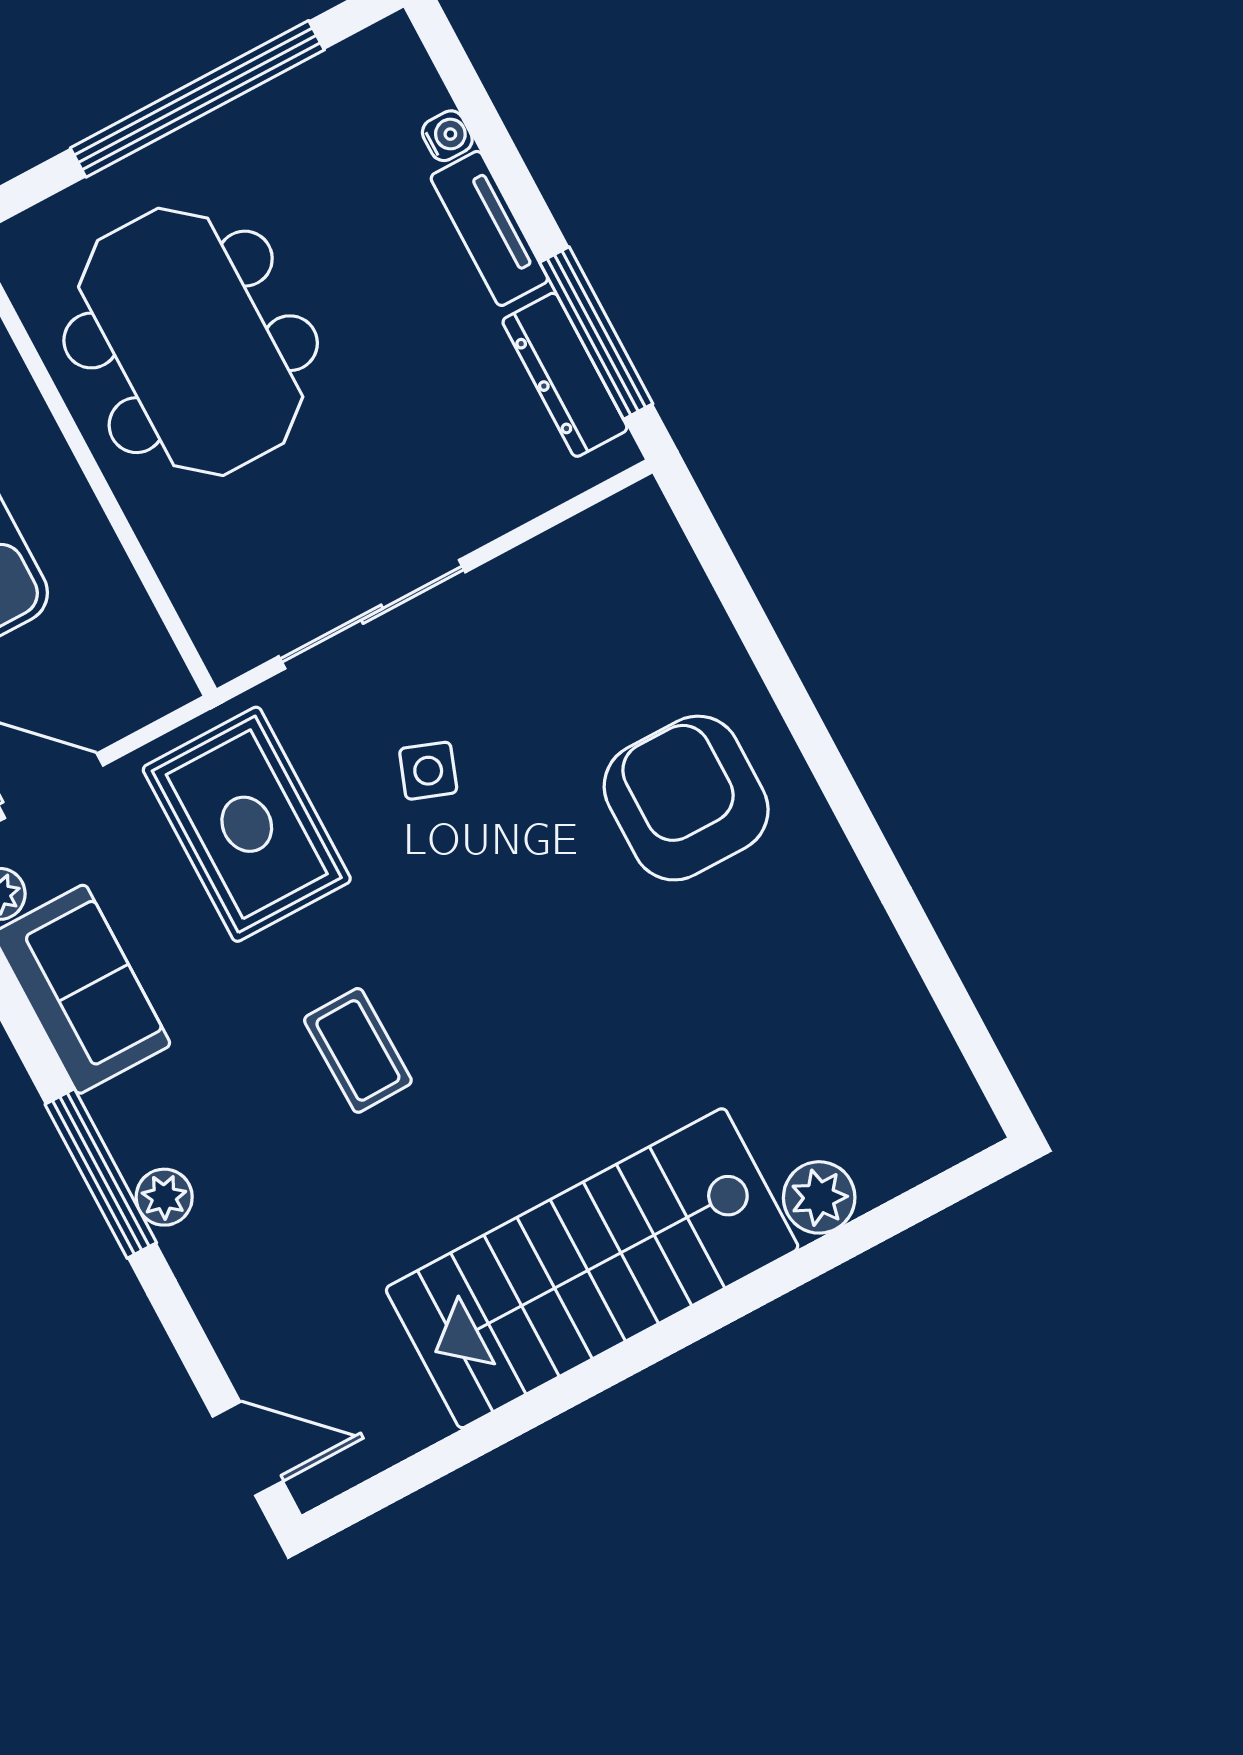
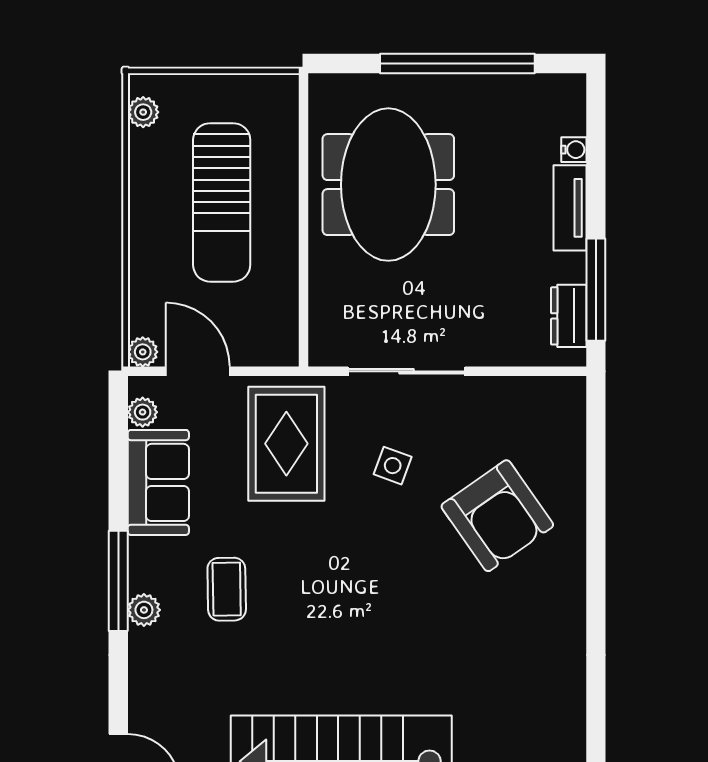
dresser: (565, 375) -> (569, 316), width x0.70
armchair: (686, 798) -> (497, 516), moved, turned 145
coffee table: (358, 1050) -> (227, 589), moved

